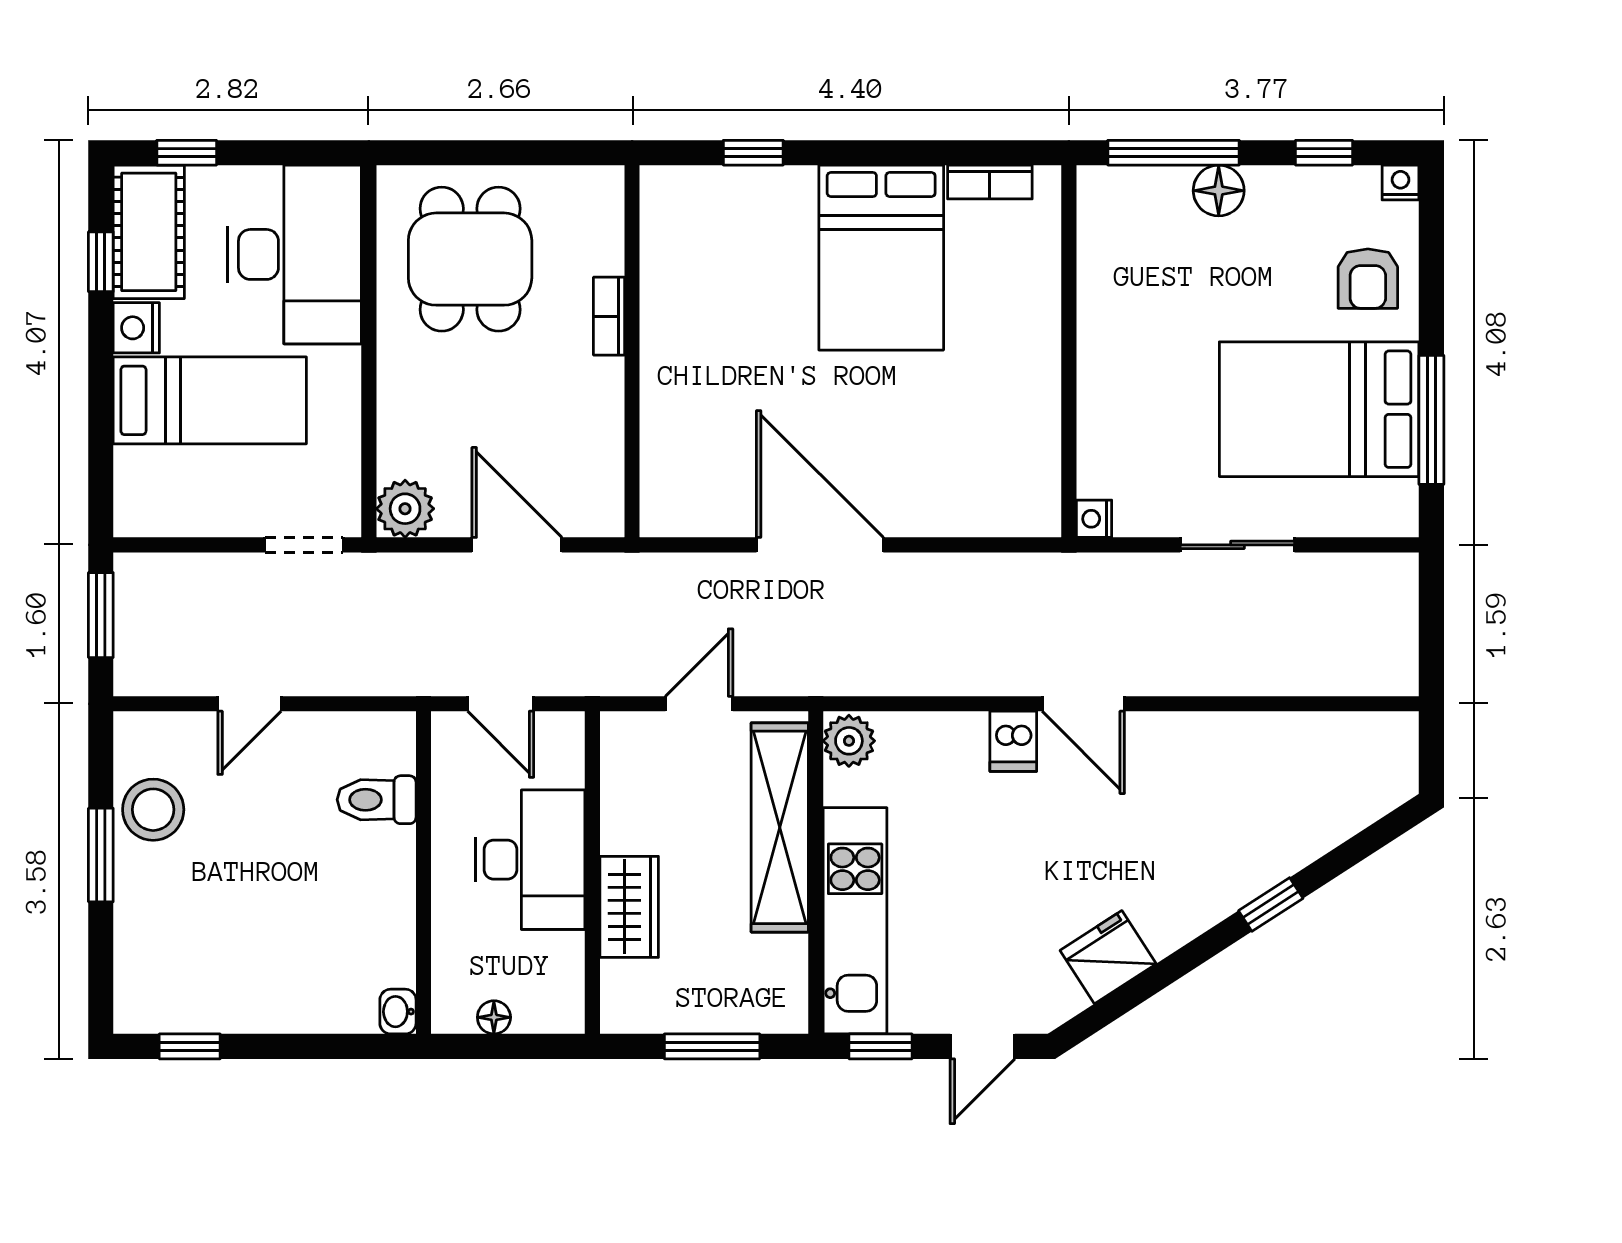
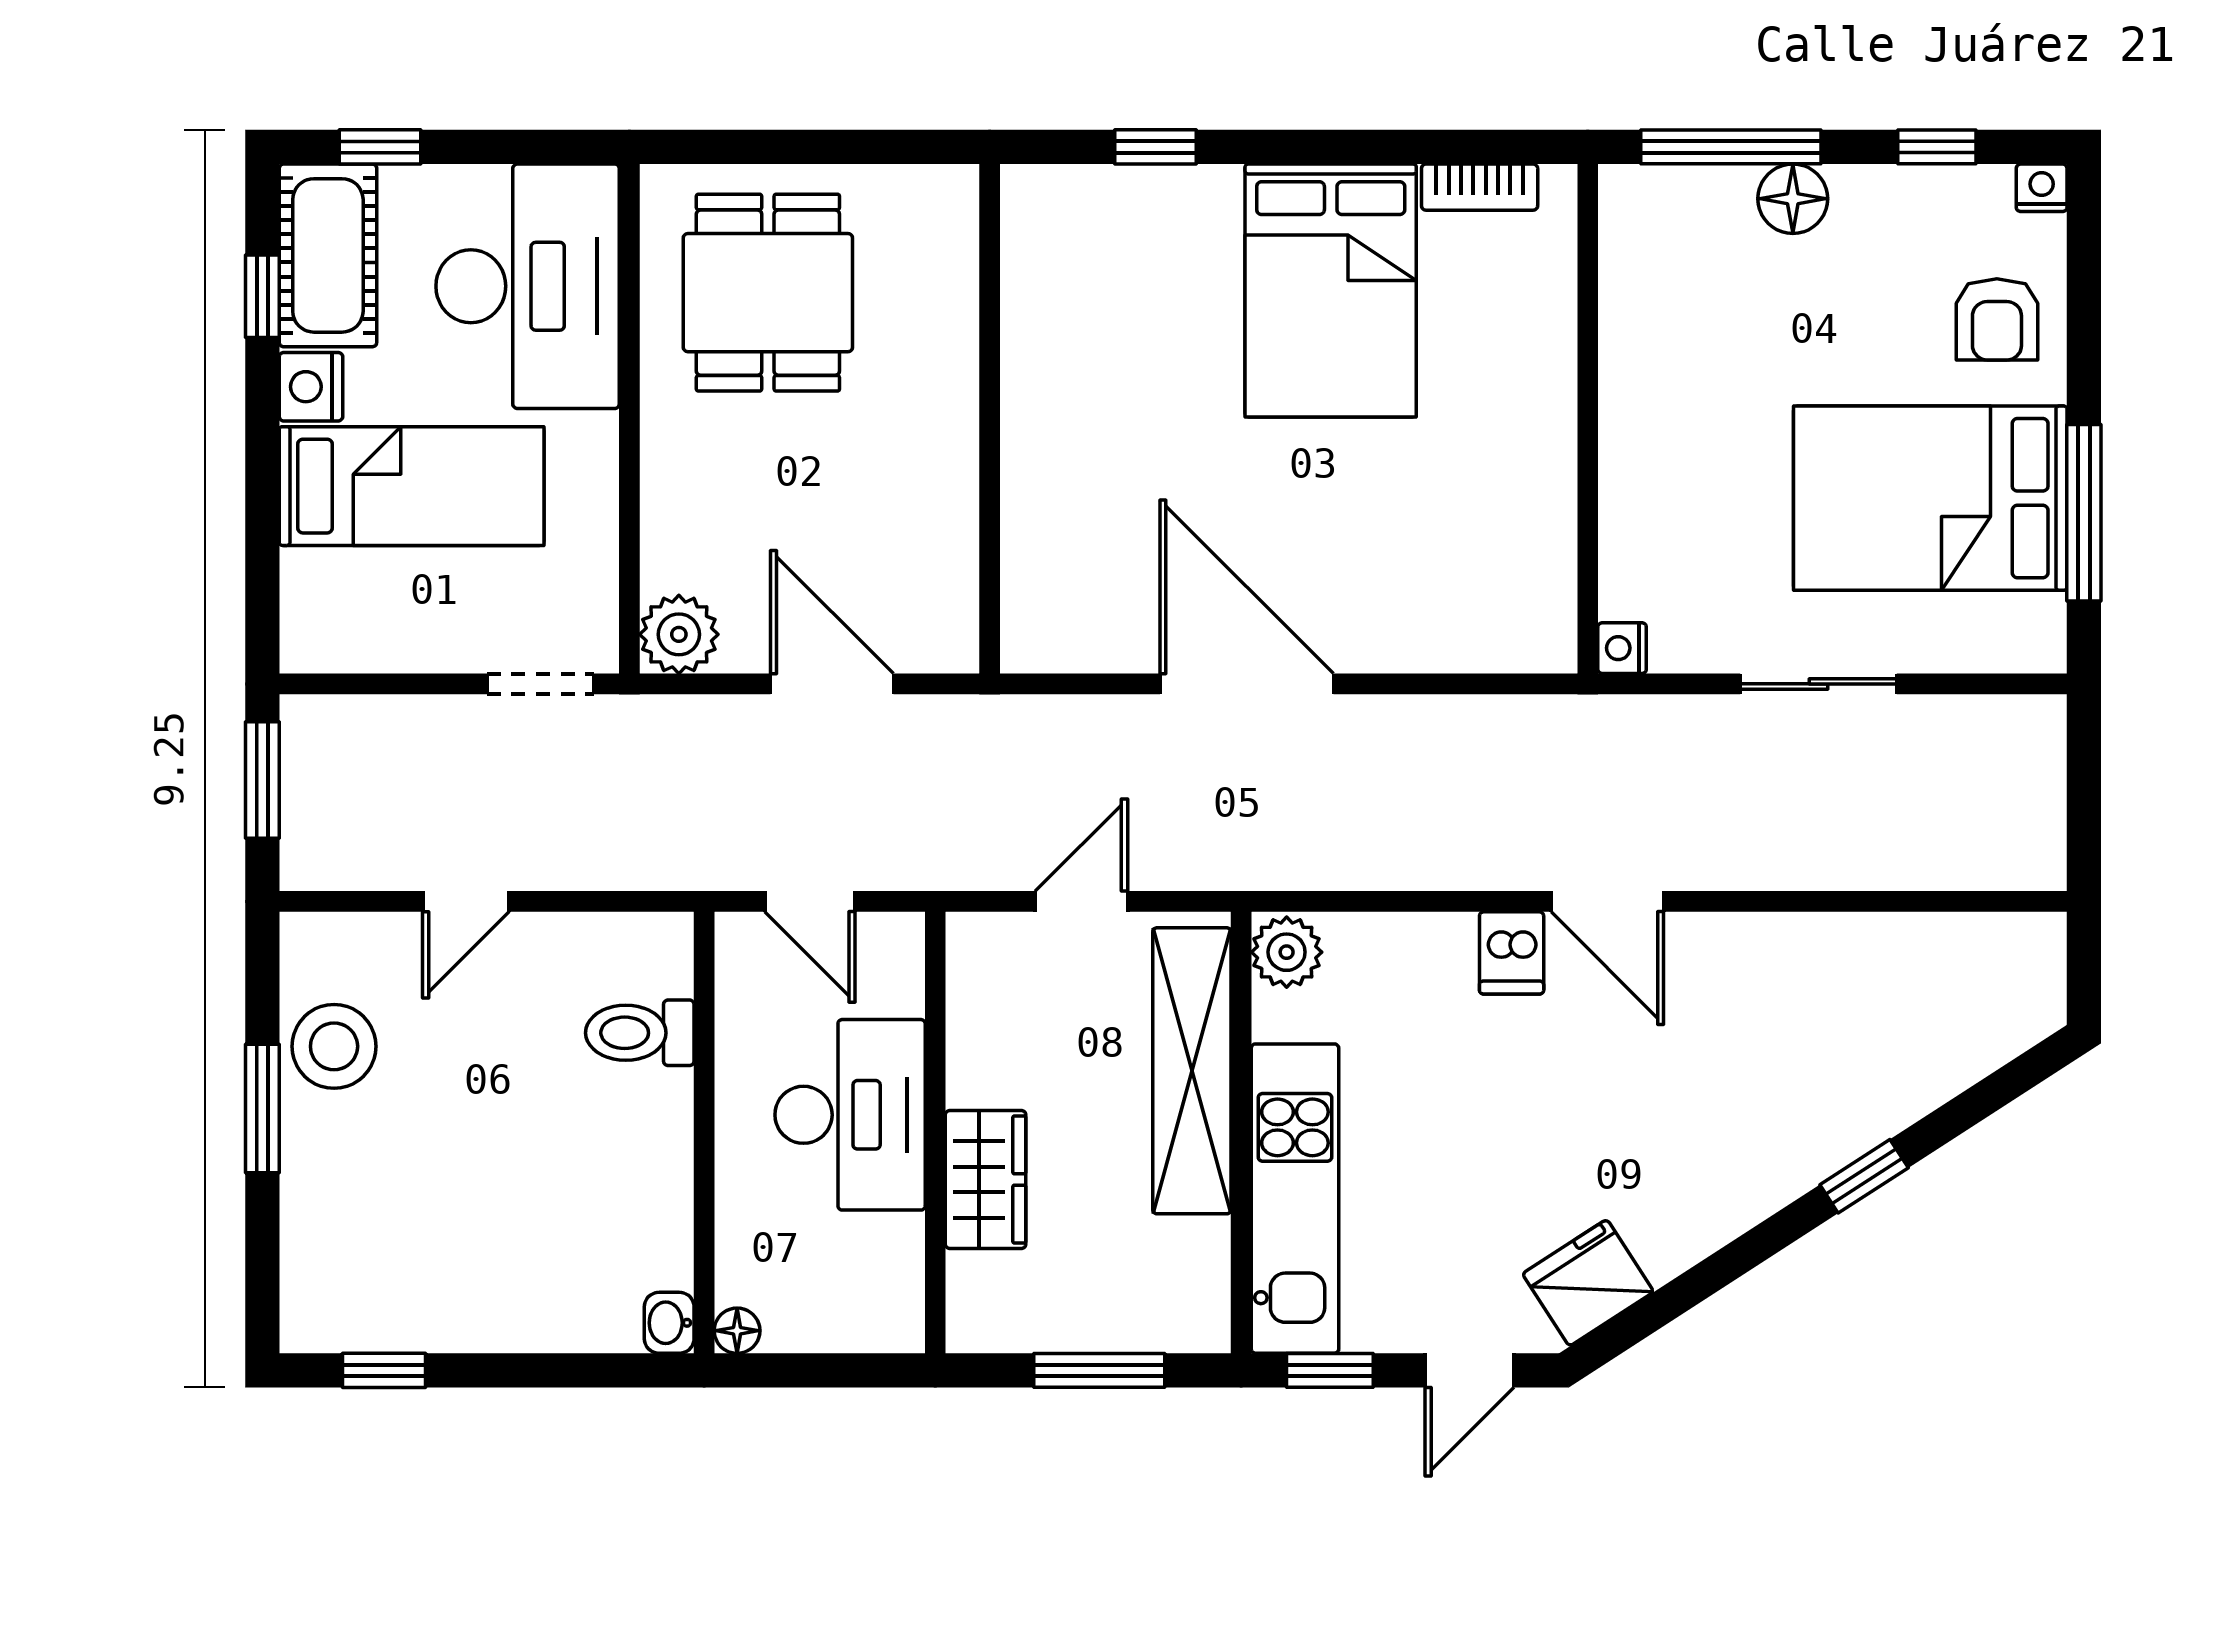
bookcase: (609, 316) -> (958, 371), removed
fridge: (1108, 957) -> (1588, 1283), moved
floor lamp: (494, 1017) -> (737, 1331), moved

